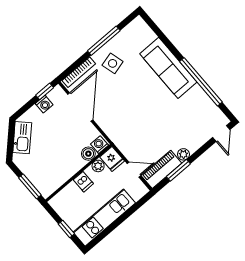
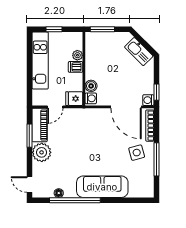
floor lamp: (207, 101) -> (59, 193), added
washing machine: (44, 104) -> (148, 100), moved
plant: (183, 154) -> (42, 152), width x1.88, depth x1.88
plant: (98, 166) -> (77, 55), moved

